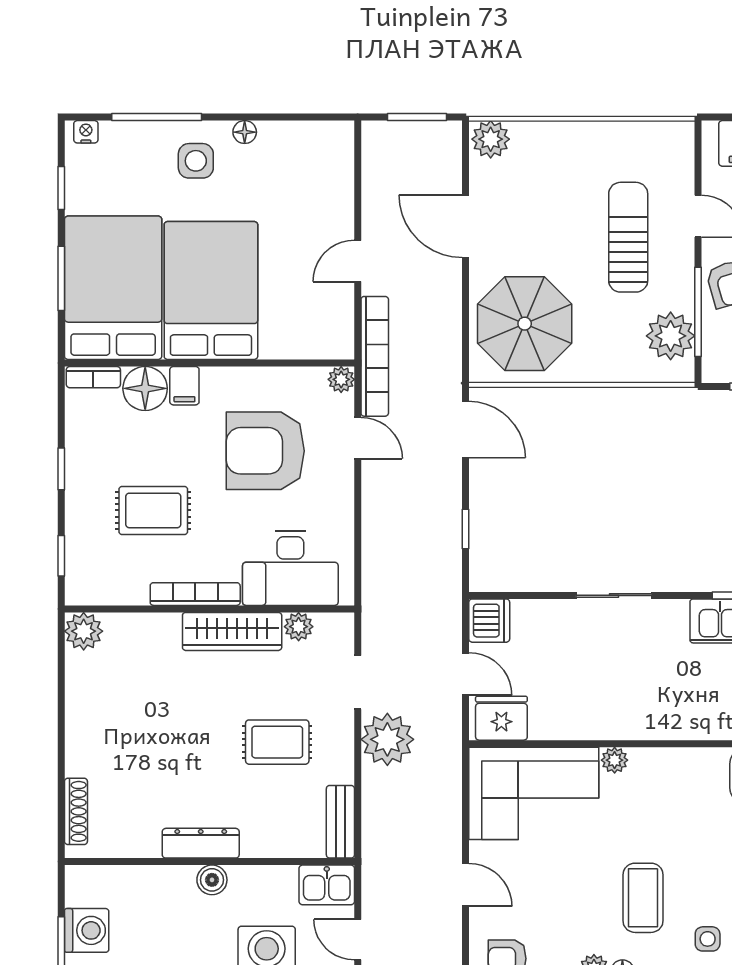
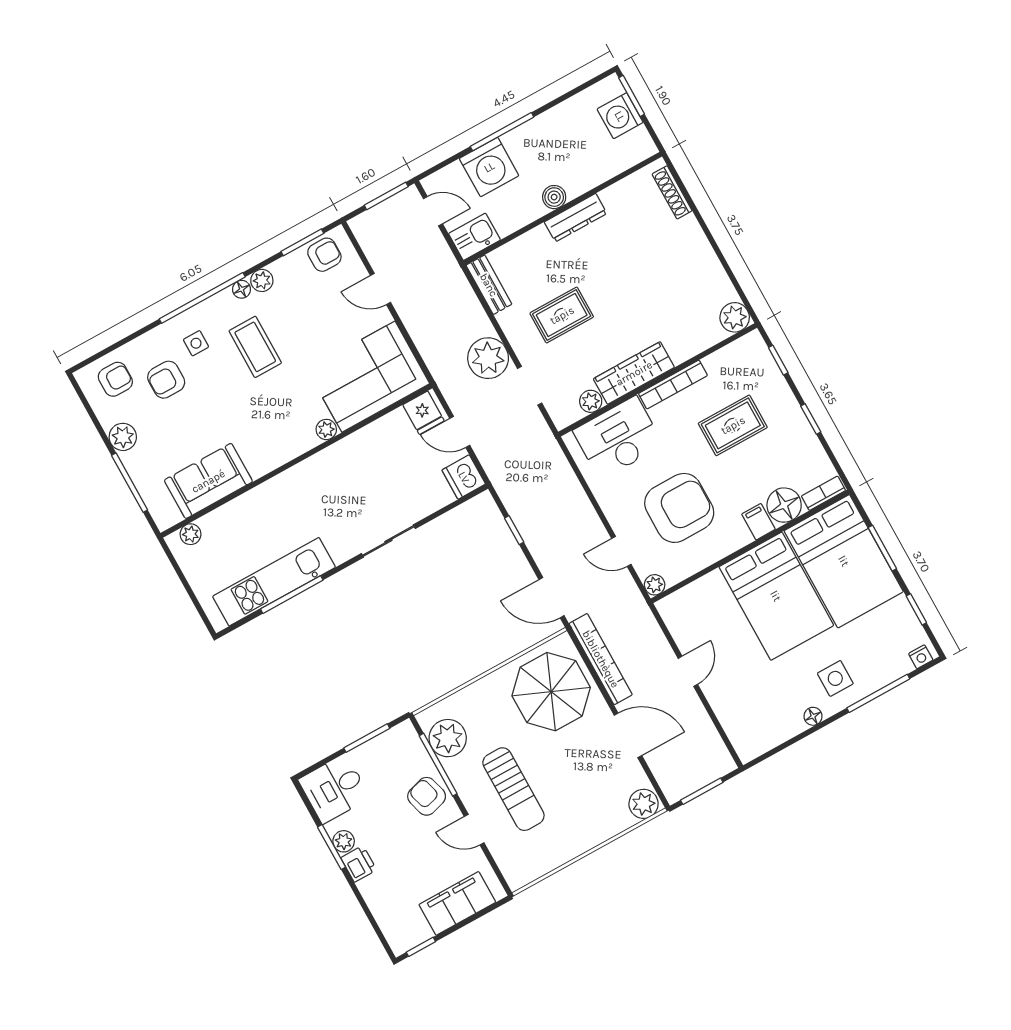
bookcase: (375, 356) -> (601, 659), moved, turned 180
fridge: (501, 718) -> (424, 413), width x0.72

